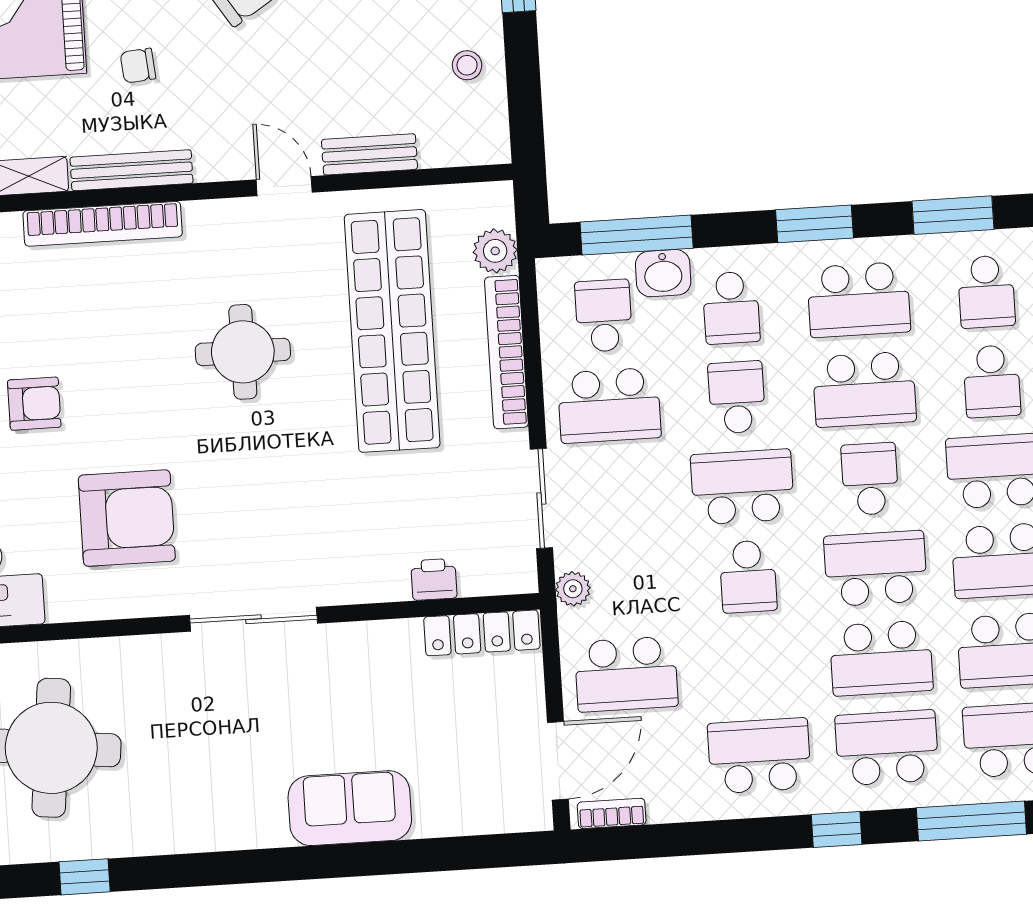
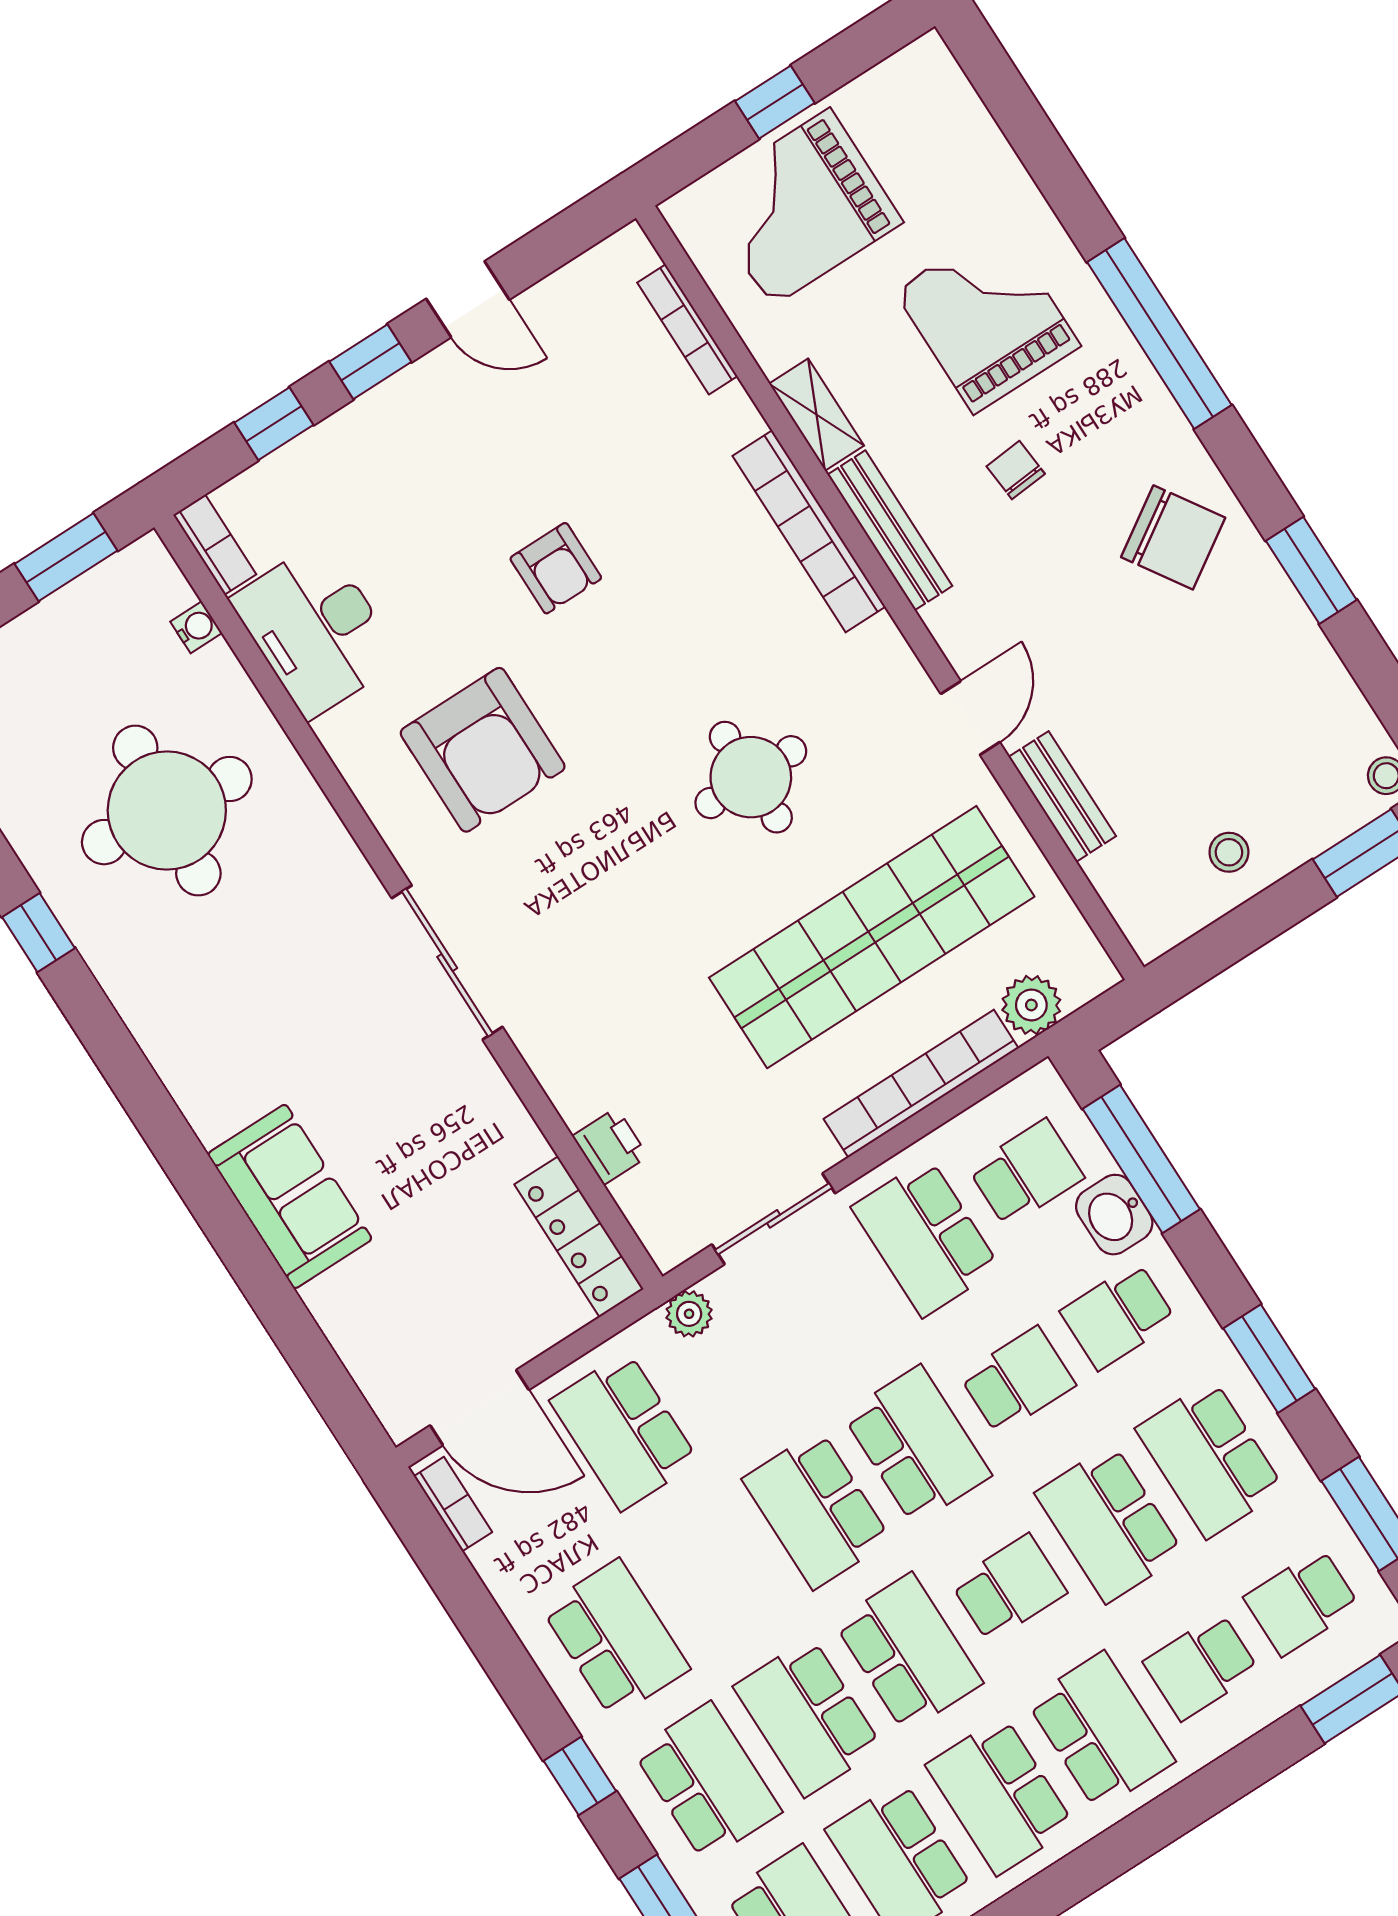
school desk: (748, 577) -> (817, 1510), width x1.85

